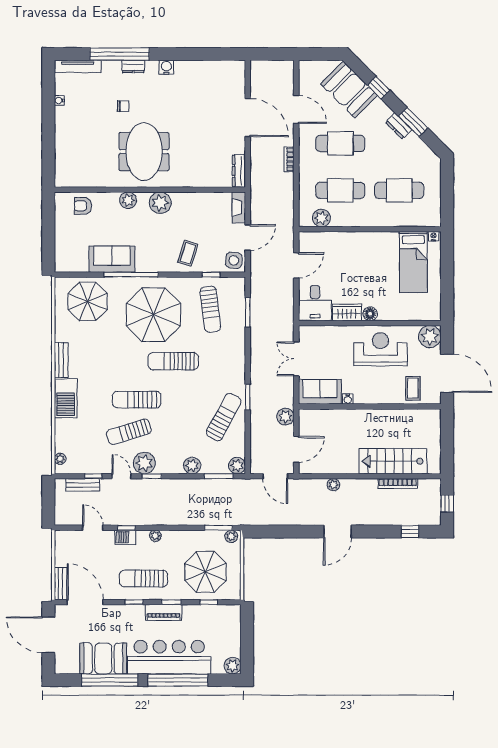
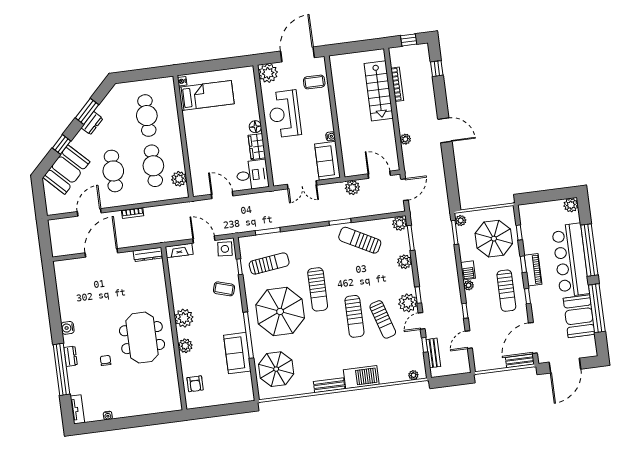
tv unit: (78, 66) -> (77, 409), width x0.71
meeting table: (144, 152) -> (142, 338), turned 90
barbecue: (125, 537) -> (468, 270), moved

